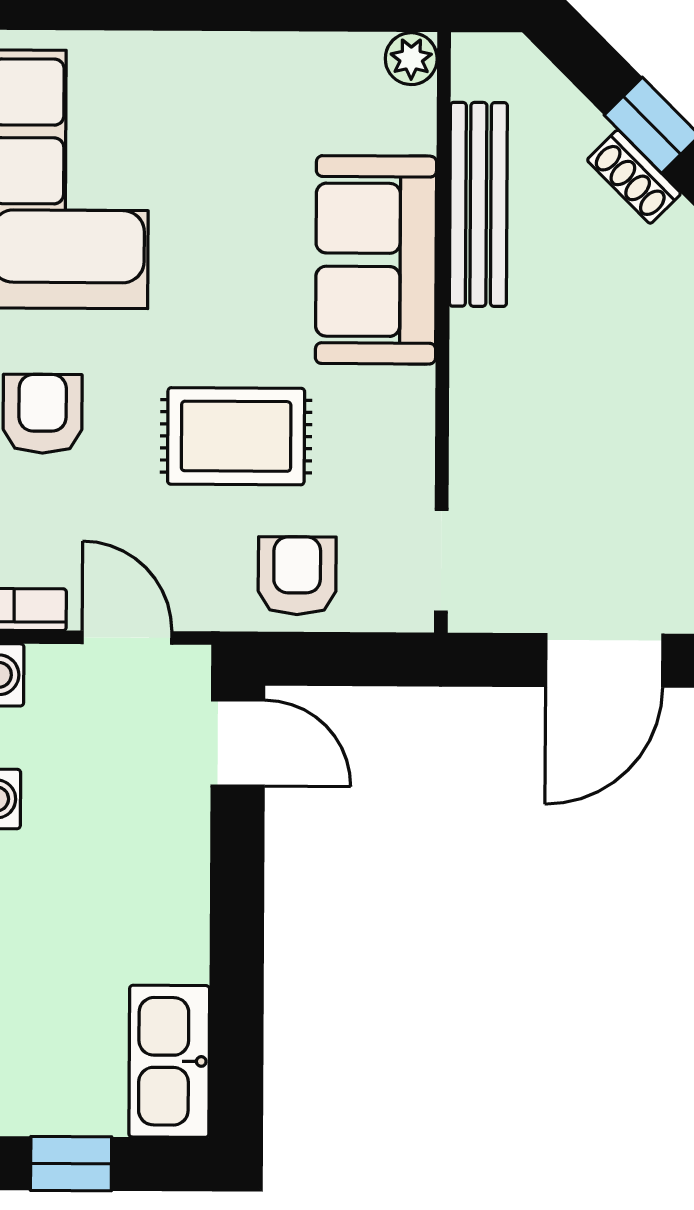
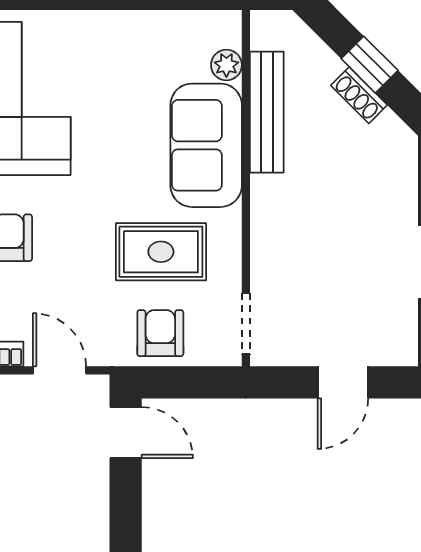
plant: (411, 59) -> (226, 65), moved
rug: (236, 436) -> (161, 252), moved
door: (604, 660) -> (343, 382), width x0.73

